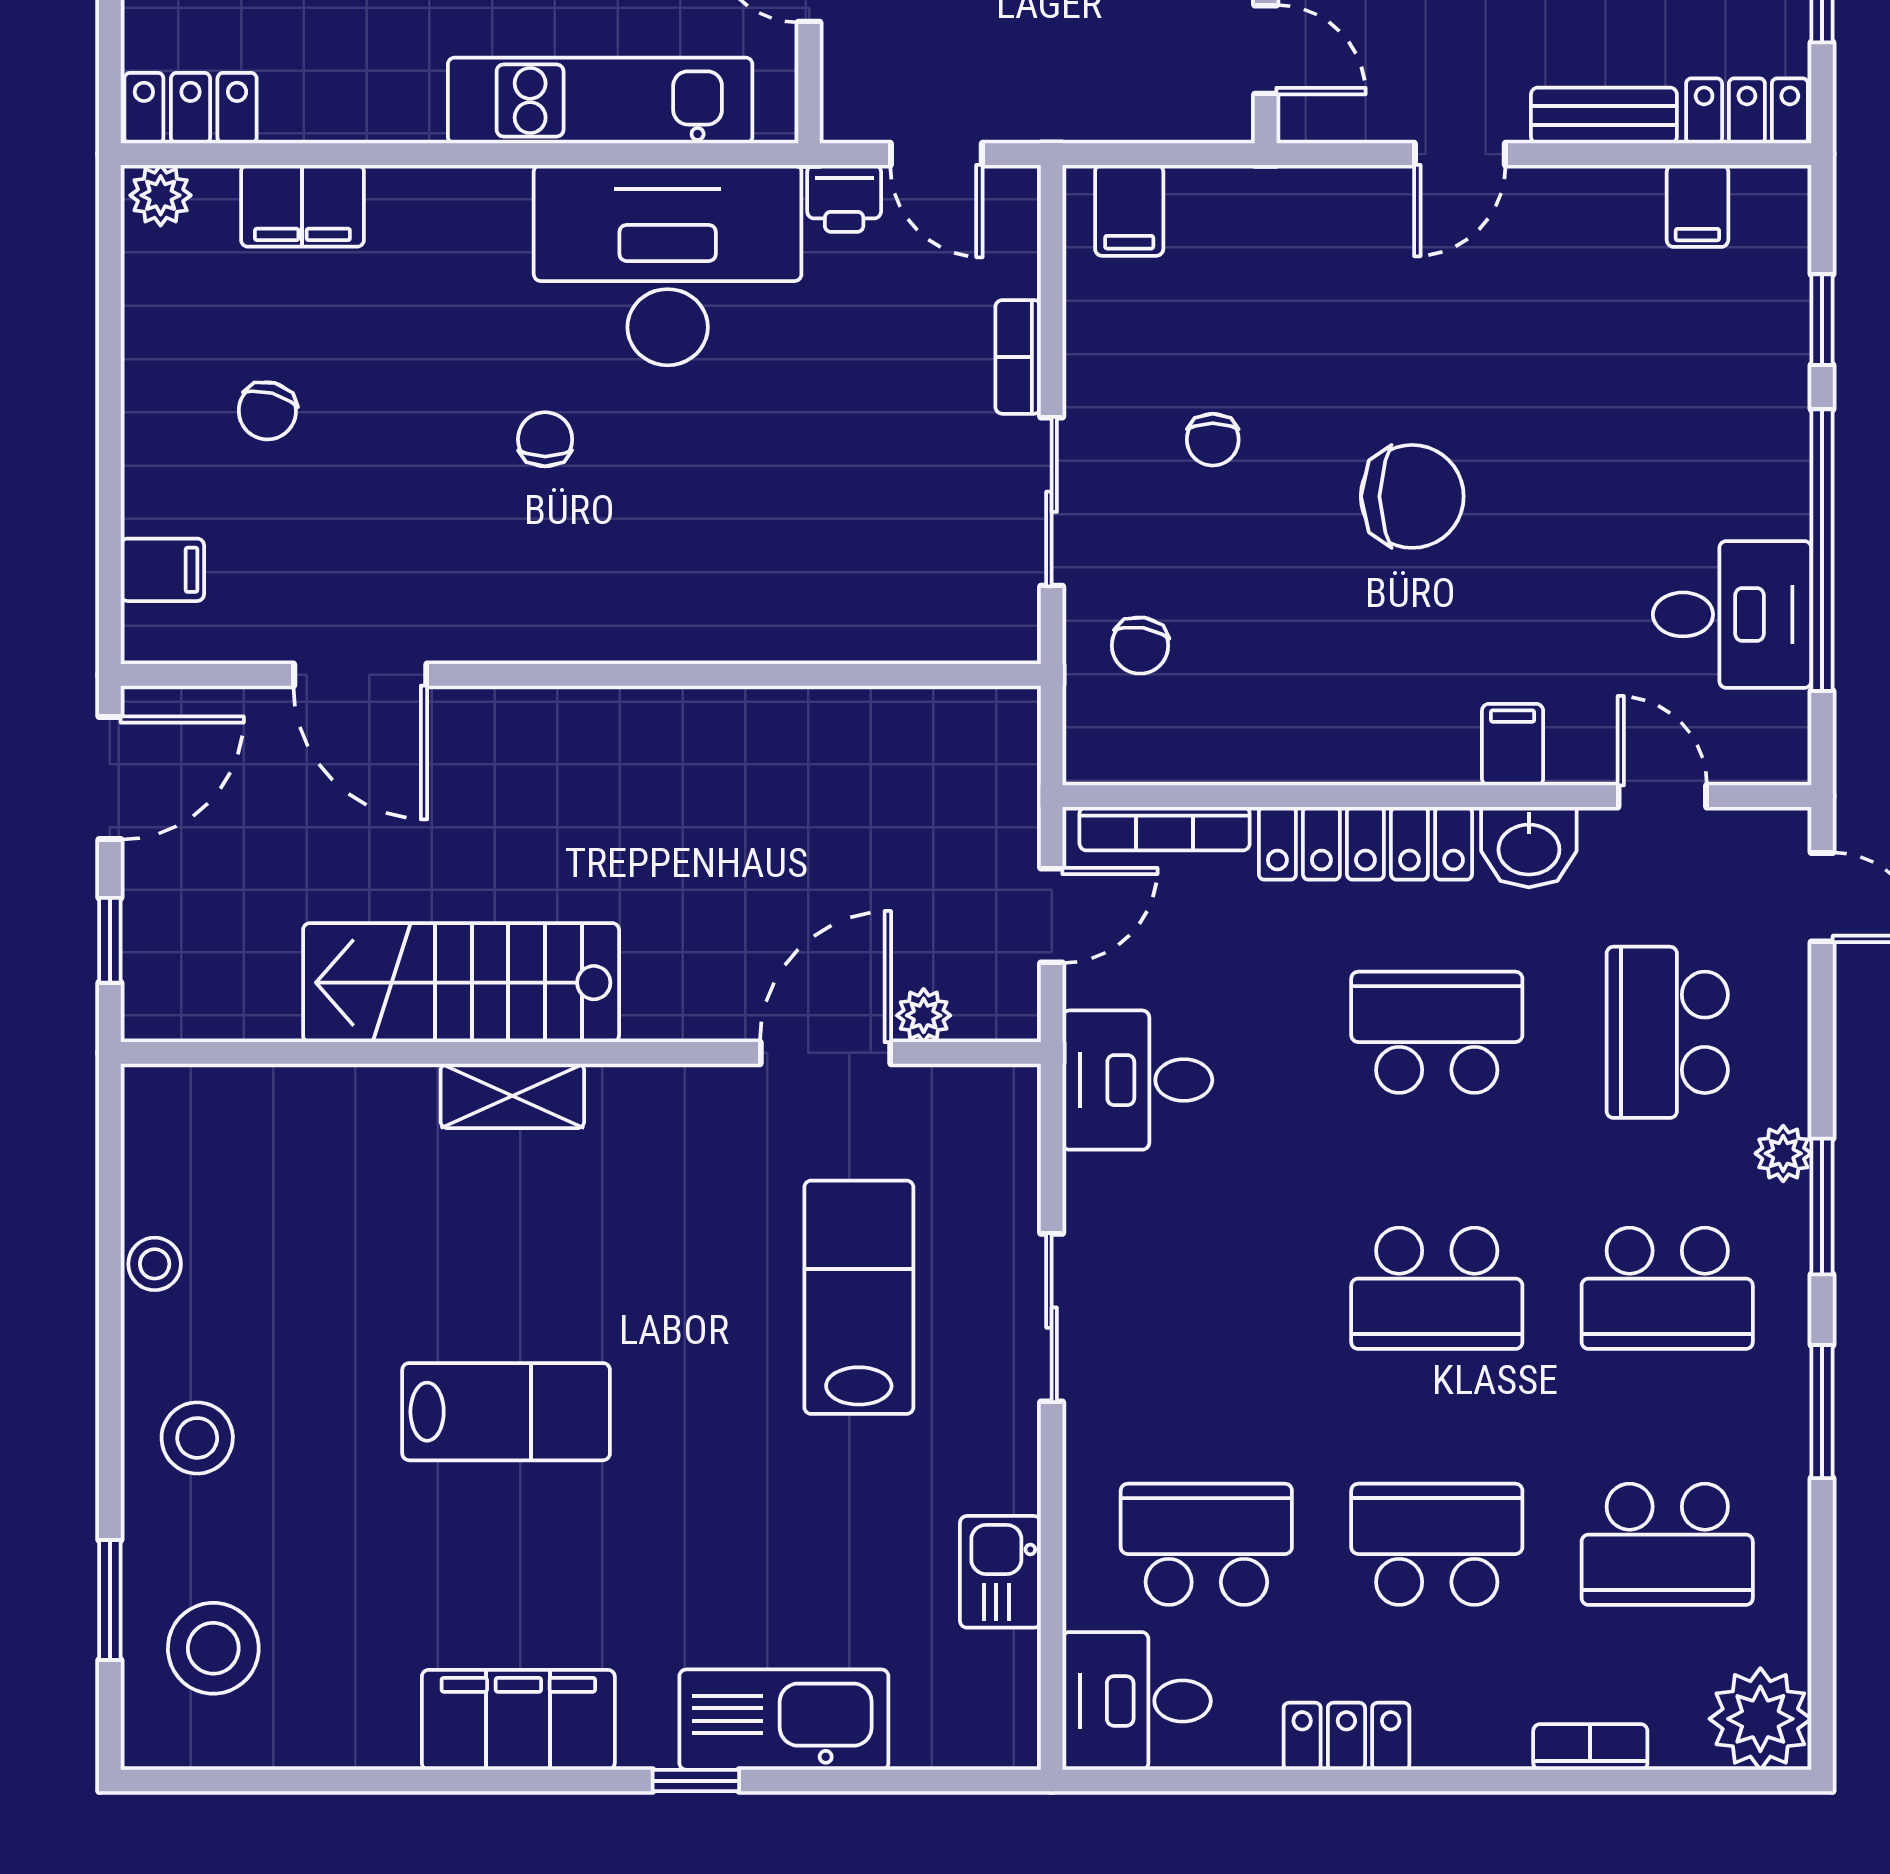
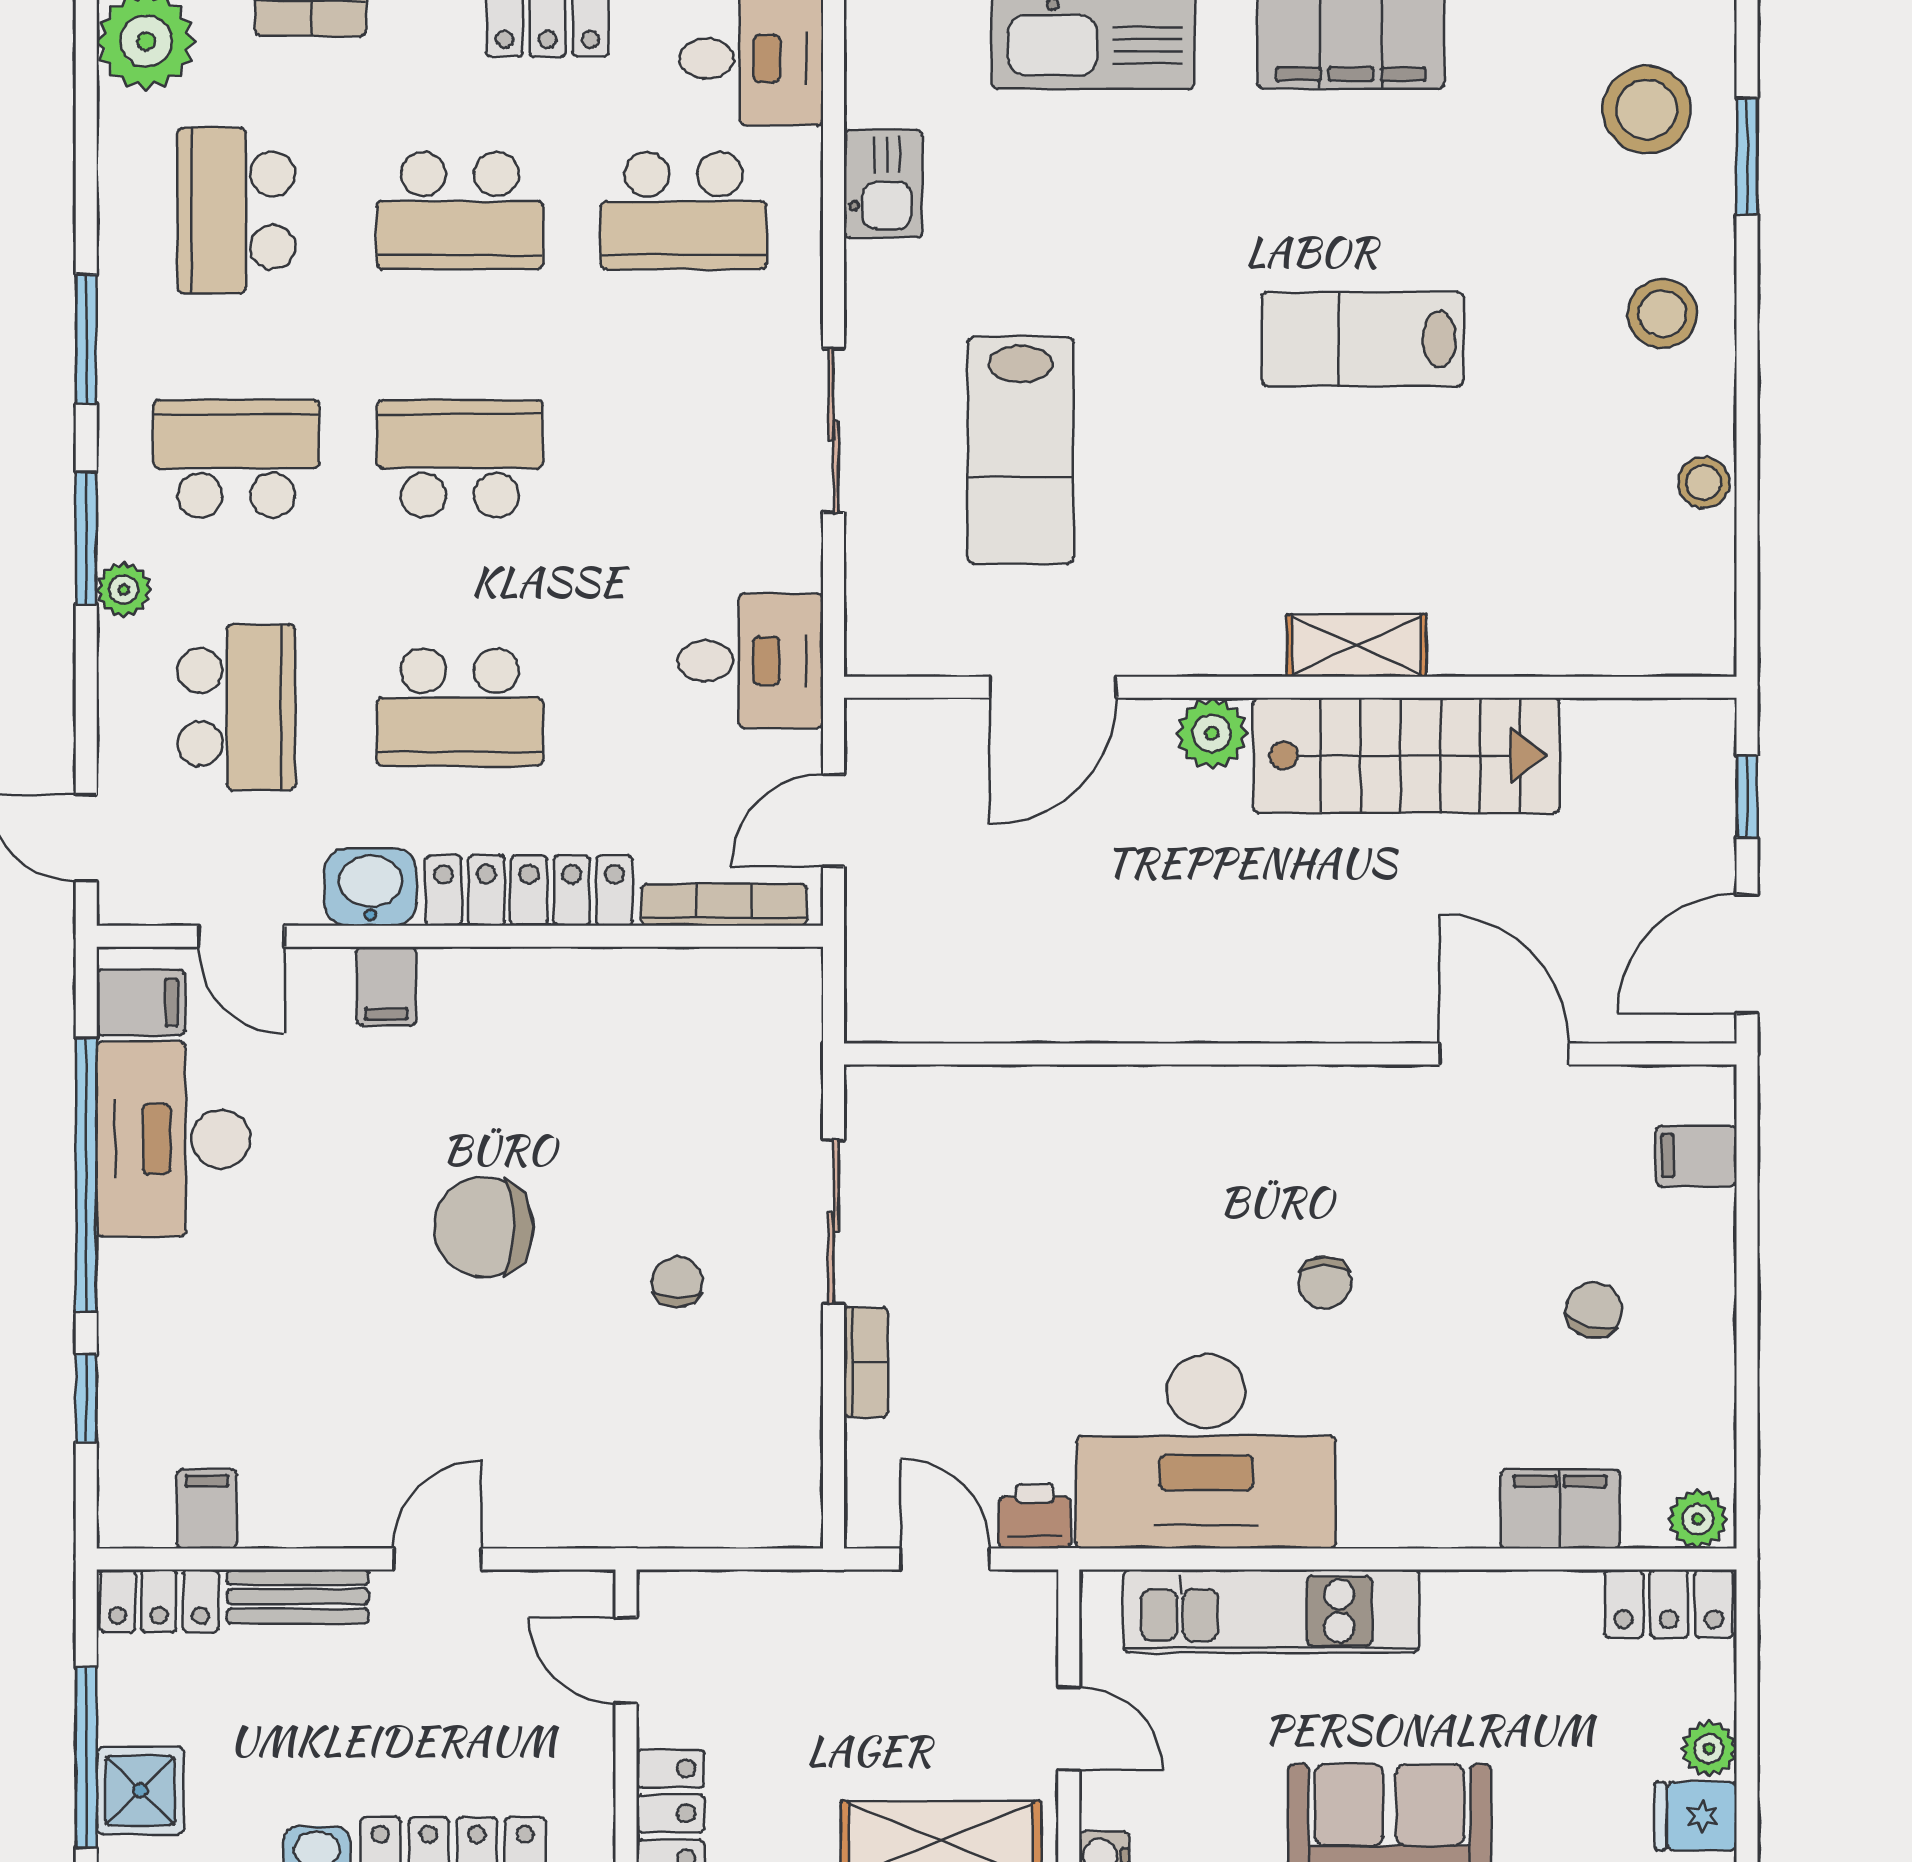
filing cabinet: (1129, 210) -> (141, 1003), moved, turned 90
desk: (1732, 614) -> (173, 1139), width x1.37
chair: (1140, 645) -> (748, 1082), removed
plant: (924, 1015) -> (1212, 733), moved, width x1.38, depth x1.38
school desk: (1667, 1544) -> (236, 210), turned -90

